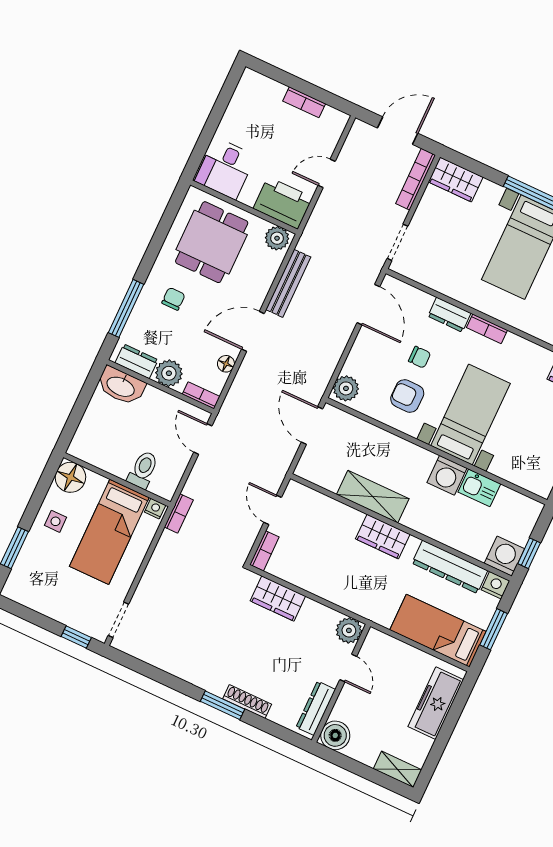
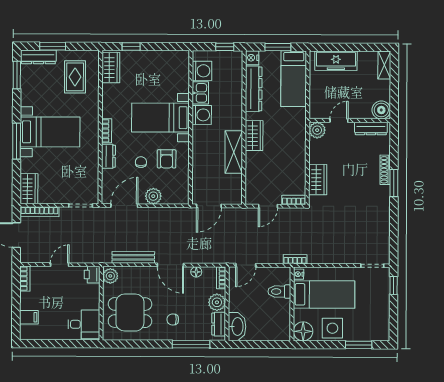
filing cabinet: (272, 94) -> (29, 317), added
bookcase: (304, 102) -> (25, 279), moved
door: (327, 173) -> (60, 265), swing flipped
printer: (283, 203) -> (92, 275), width x0.53, depth x0.68
plant: (346, 388) -> (153, 196), moved
side table: (56, 521) -> (332, 328), width x1.87, depth x1.87
washing machine: (504, 556) -> (202, 71), moved, turned 180

